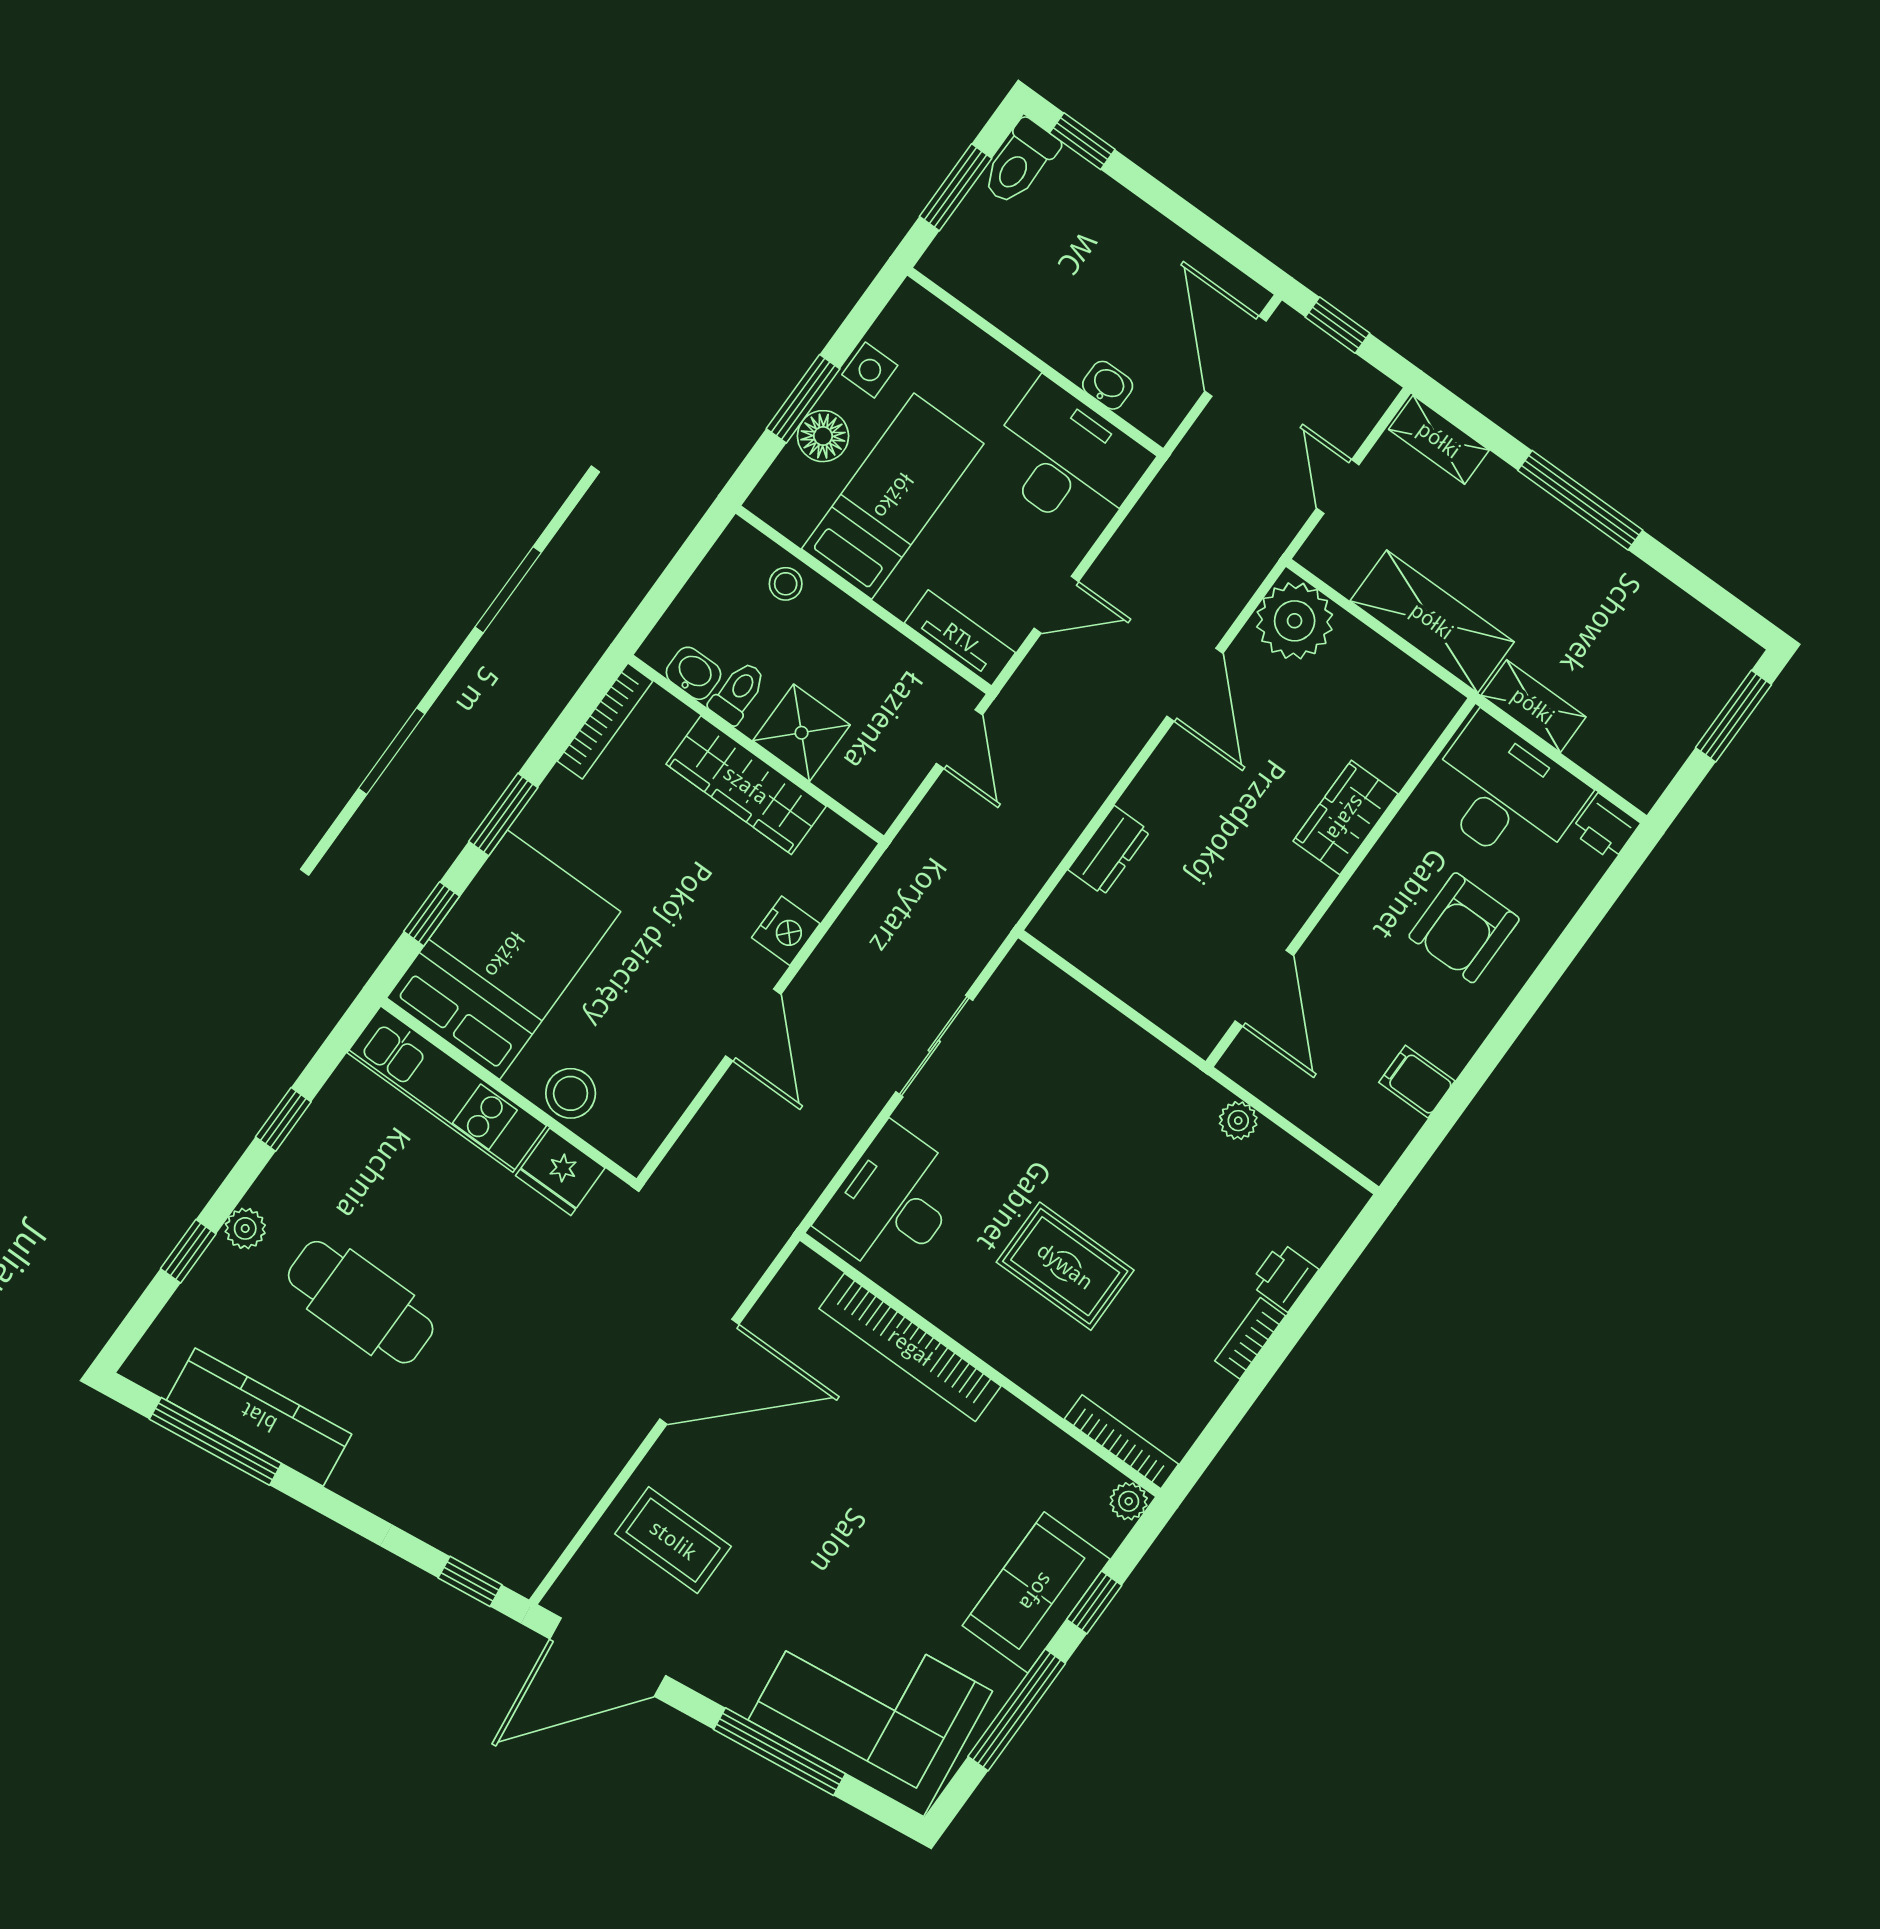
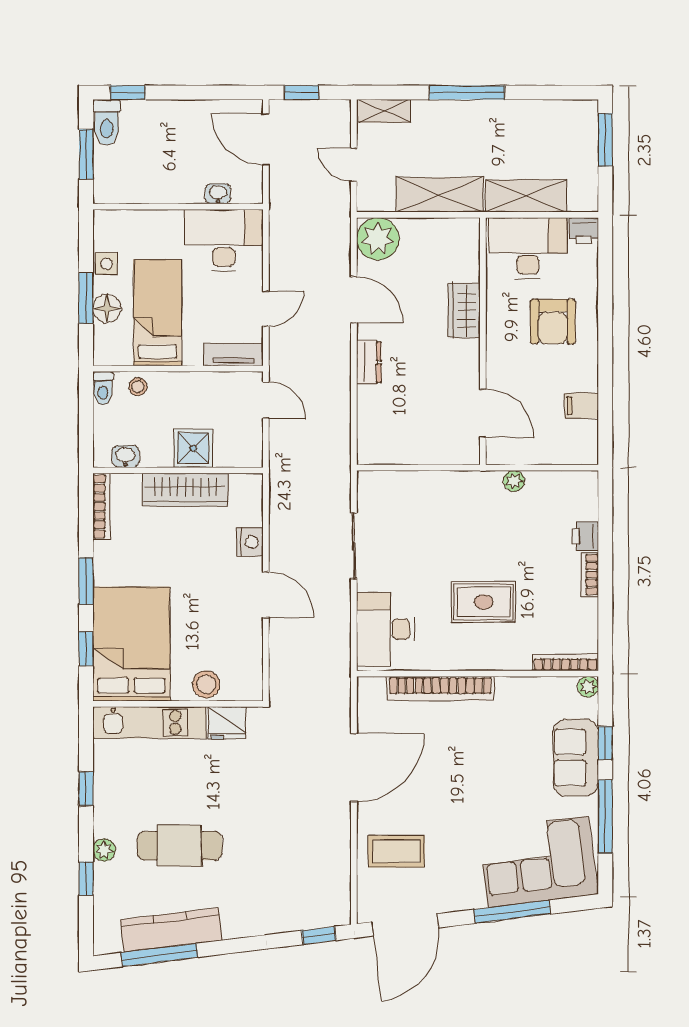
toilet: (738, 693) -> (103, 388), moved, turned 180
shelving: (1533, 706) -> (526, 196), width x1.50, depth x1.33
dresser: (1109, 850) -> (369, 362), moved

